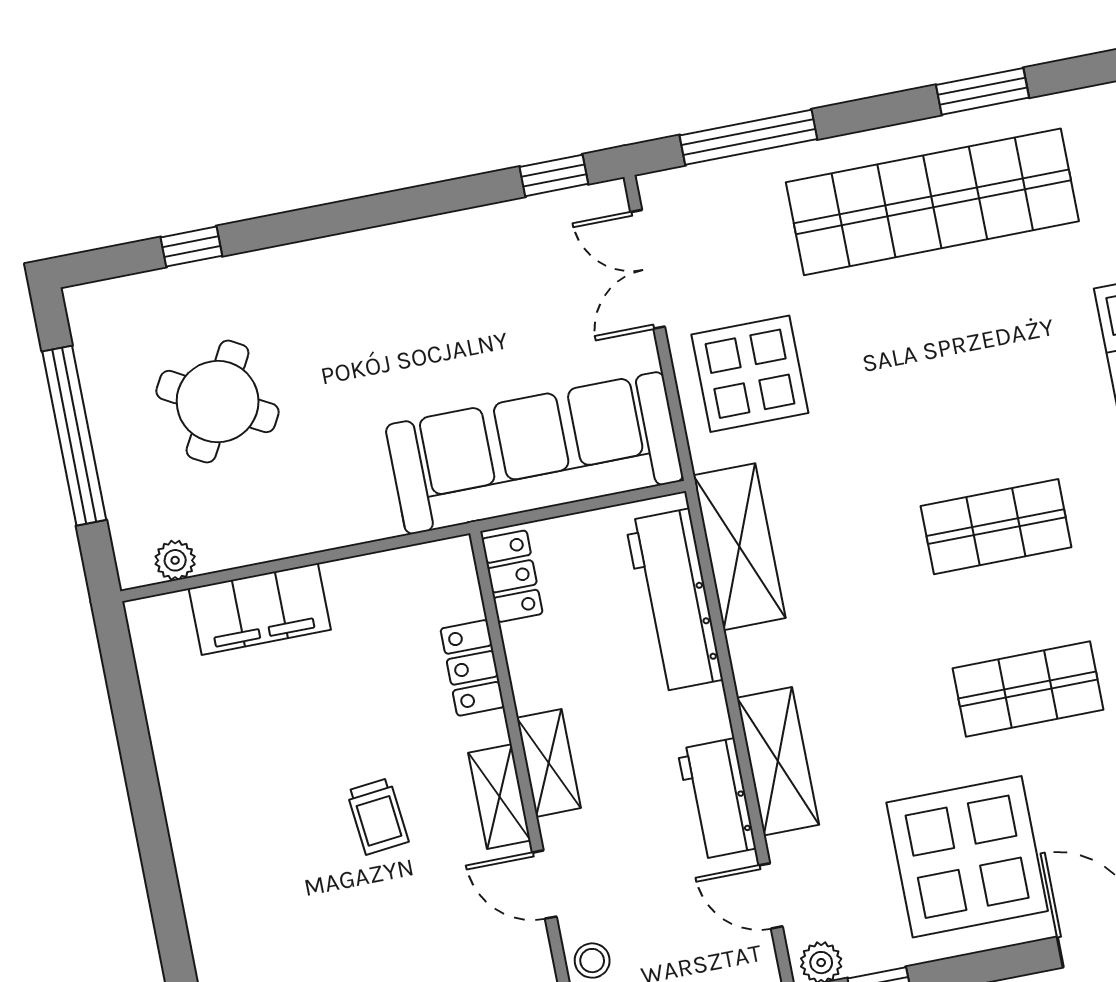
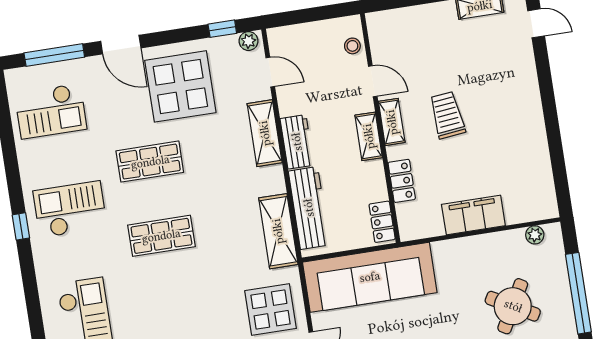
filing cabinet: (260, 609) -> (473, 215), moved
workbench: (717, 799) -> (297, 142), moved
trolley: (378, 816) -> (447, 115), width x1.36, depth x1.39

